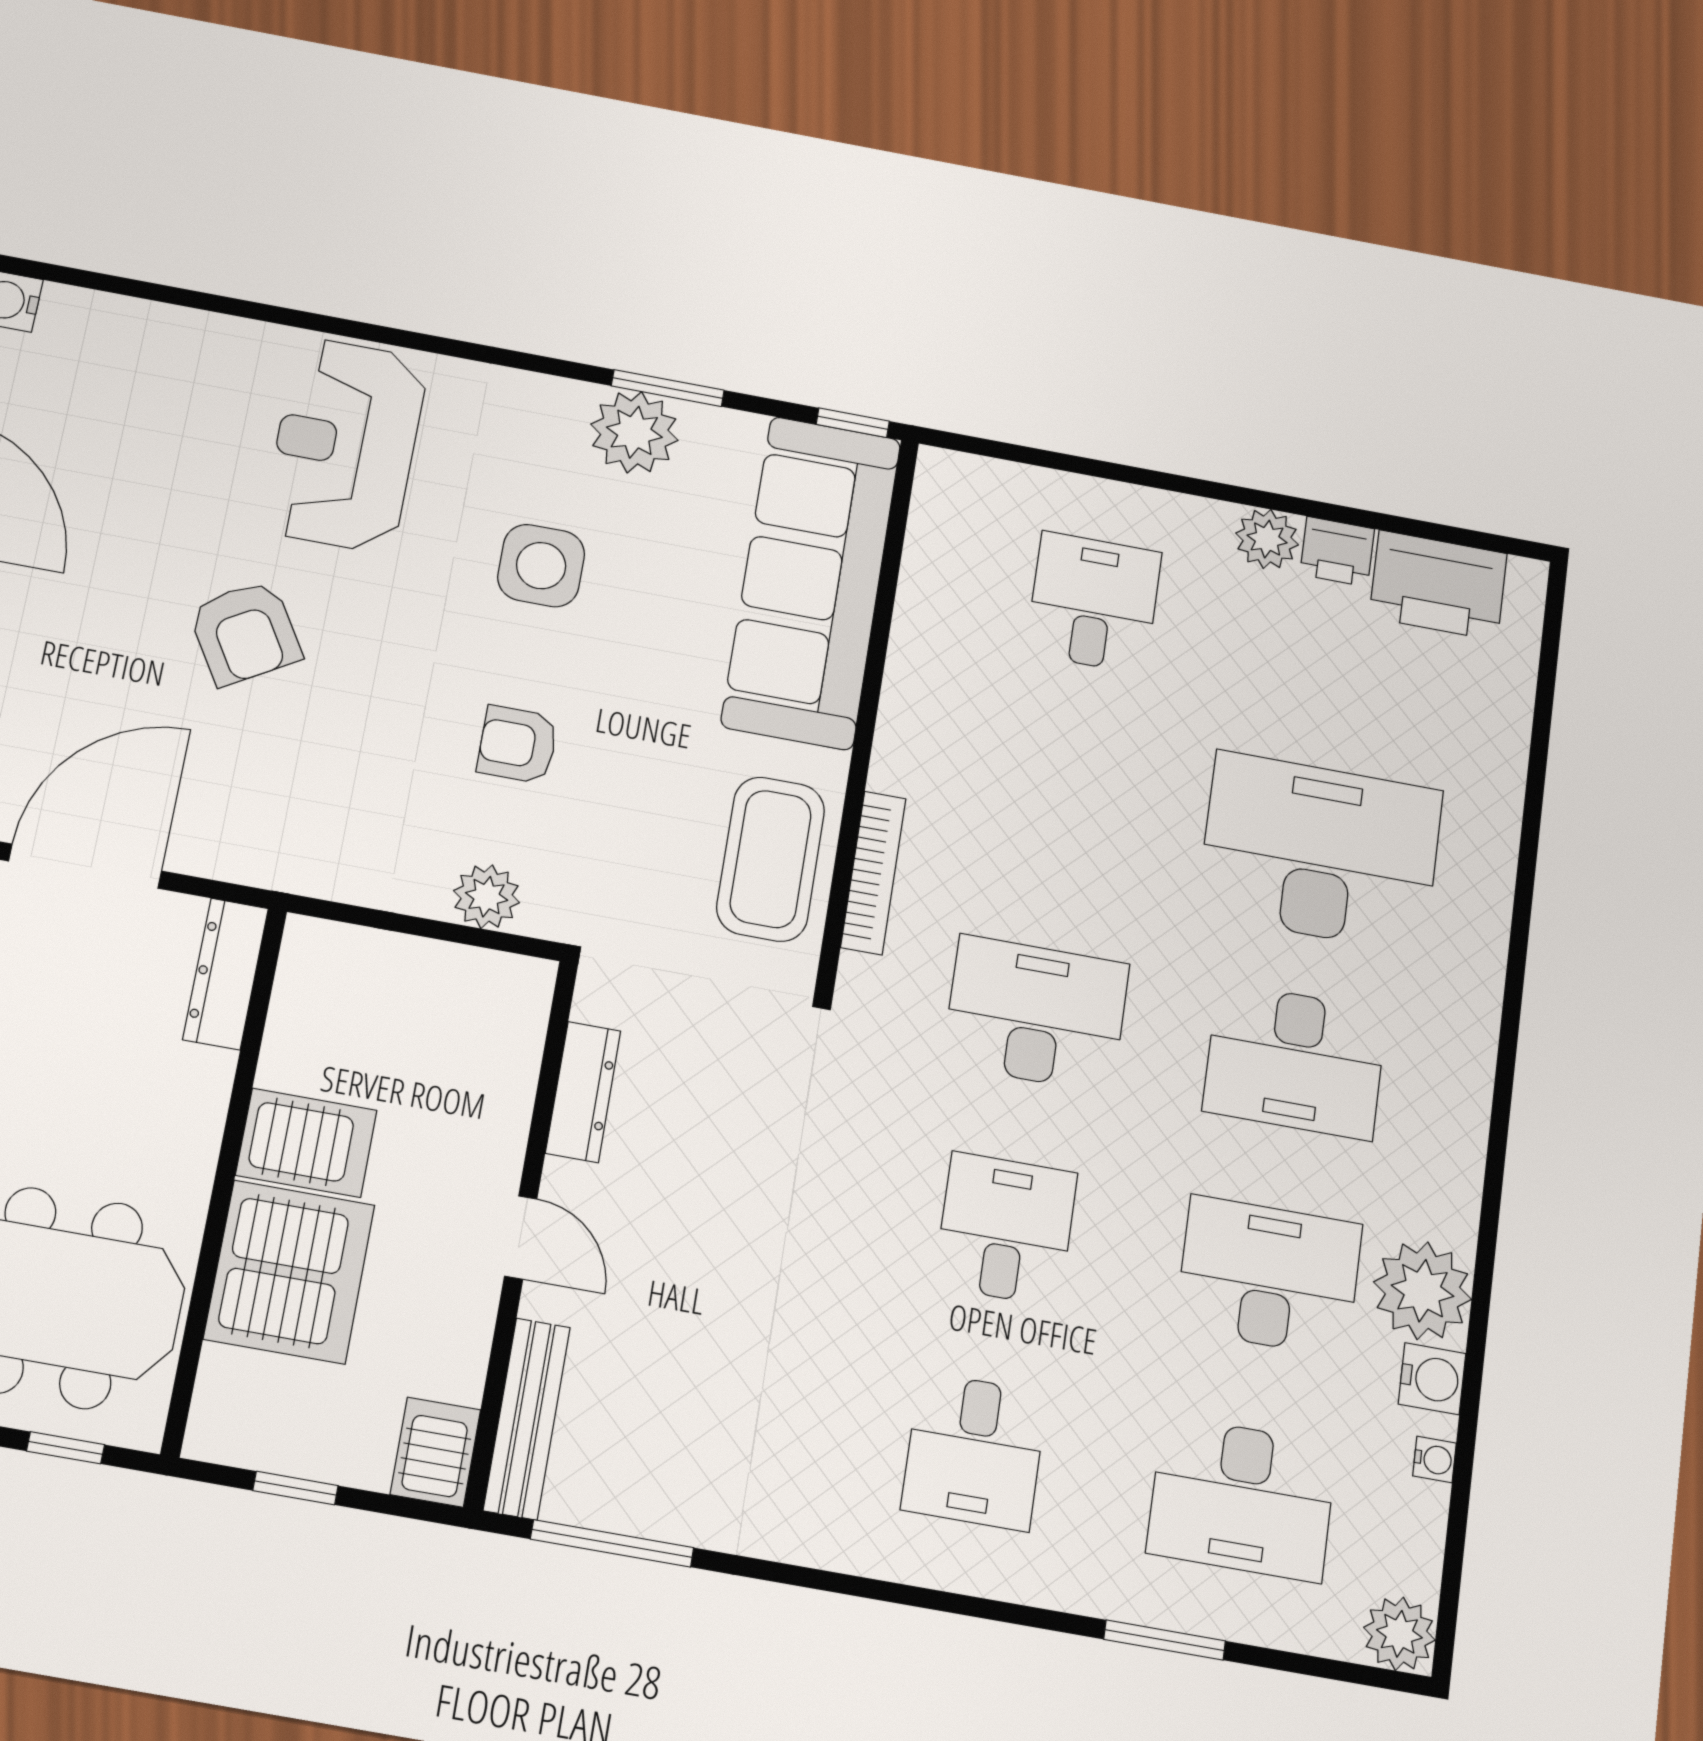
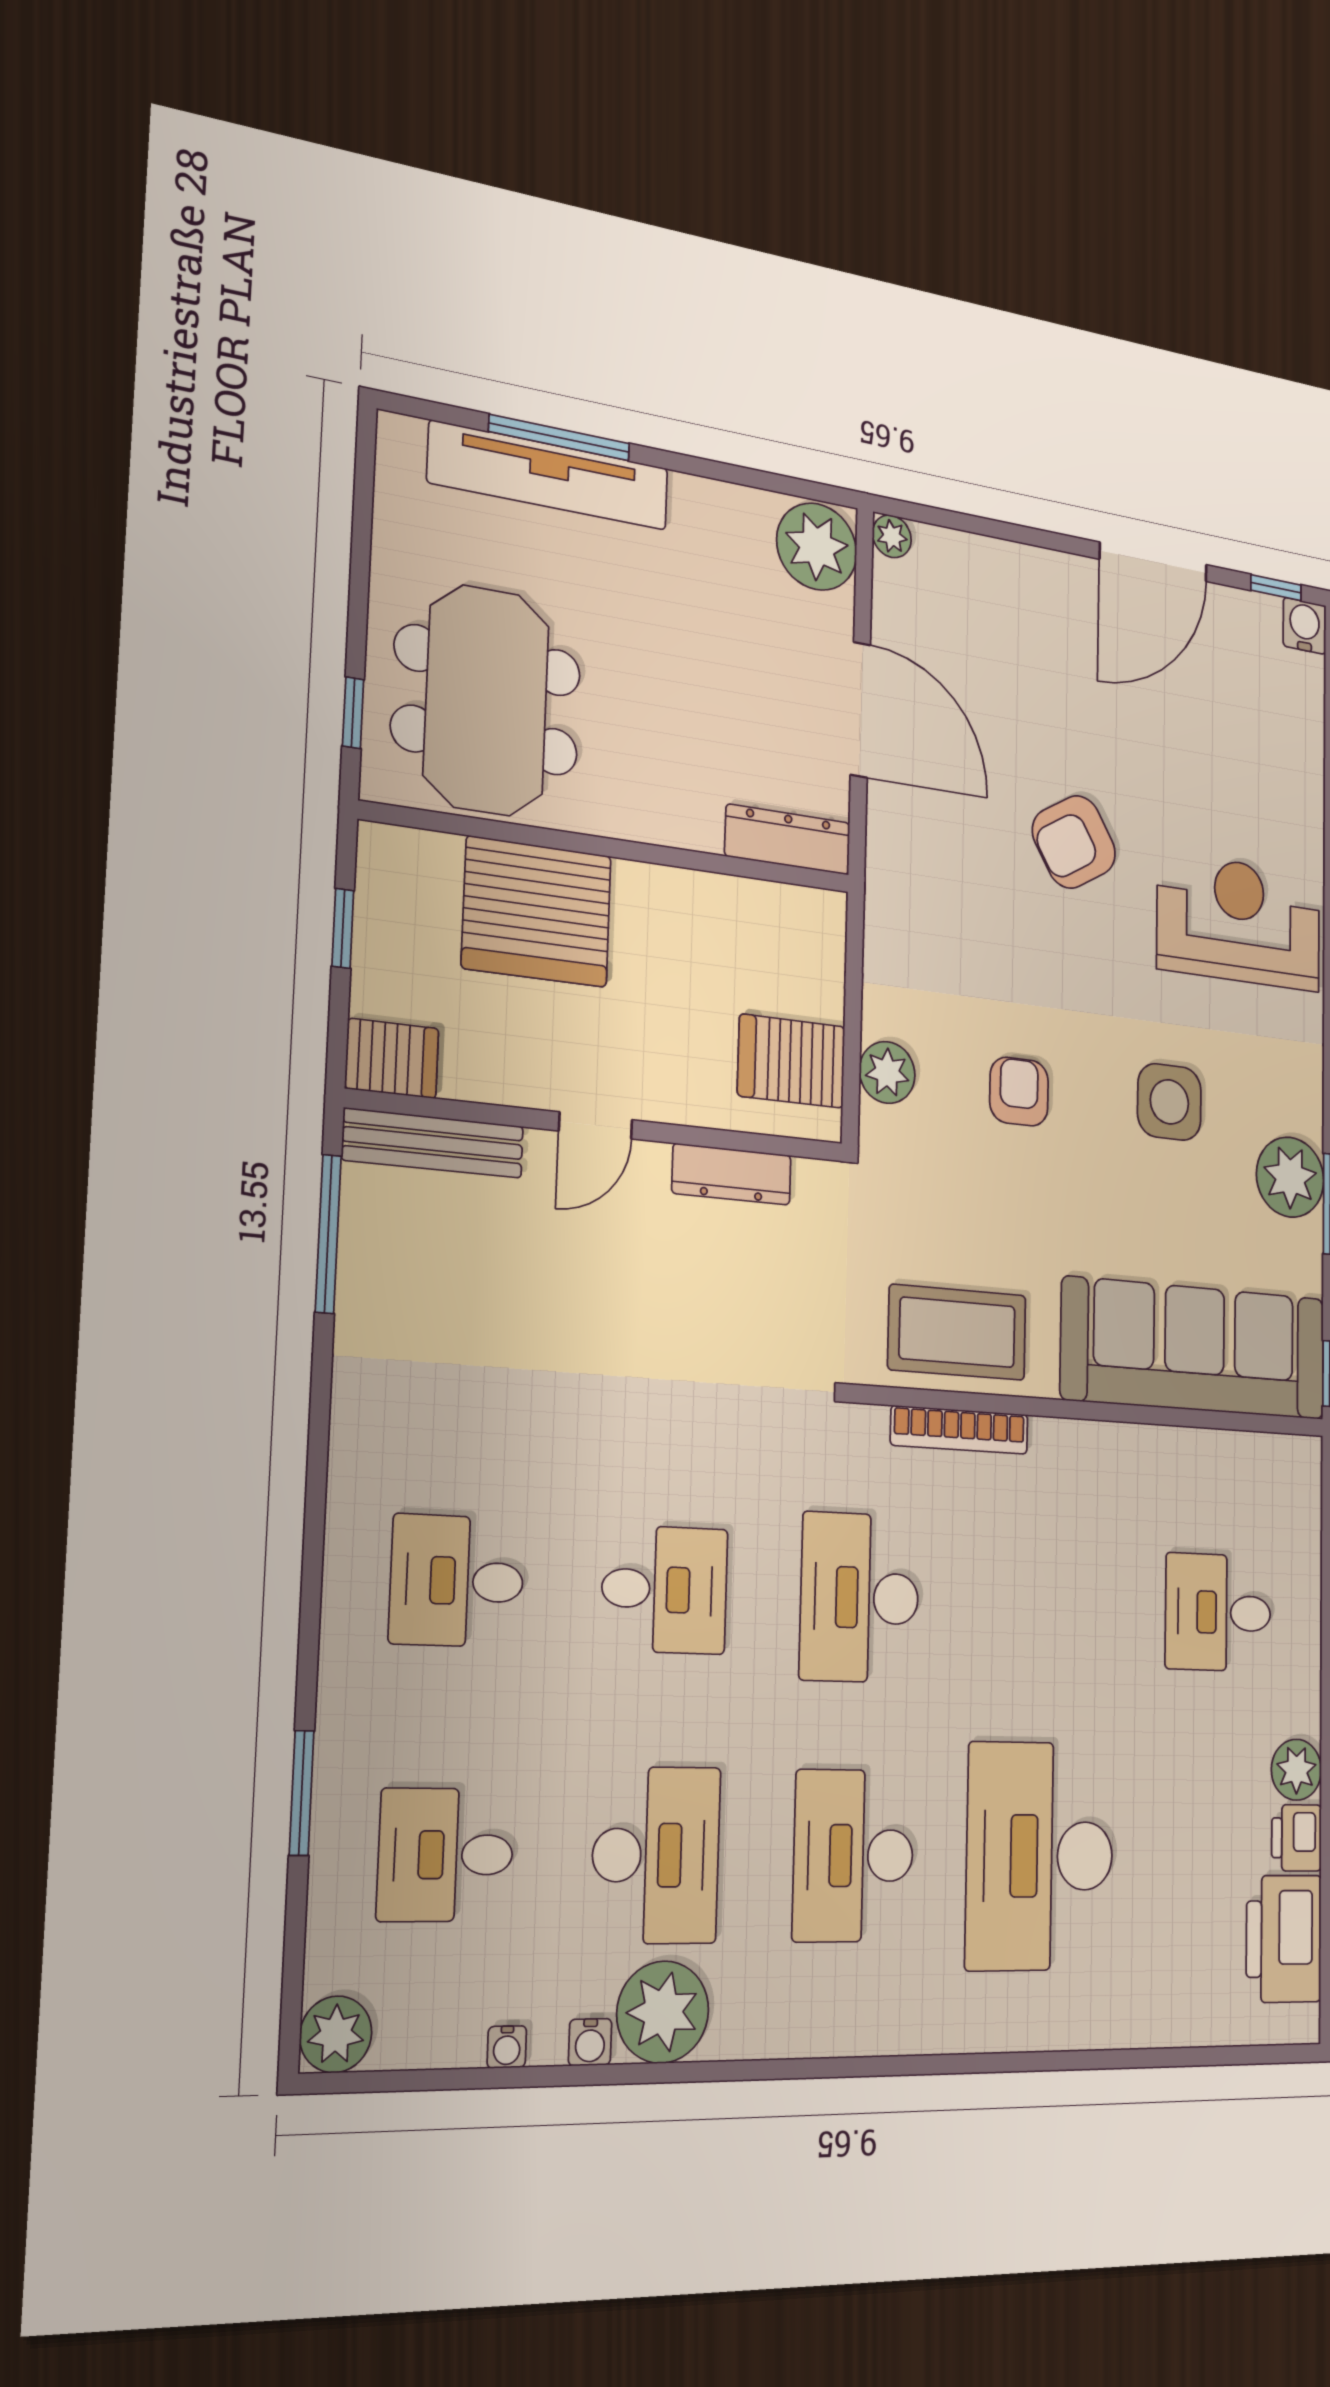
desk: (1094, 603) -> (1218, 1612), turned 180
desk: (1320, 852) -> (1040, 1856), turned 180
desk: (1036, 1014) -> (860, 1598), turned 180
server rack: (306, 1143) -> (791, 1061), moved, turned 90
water cooler: (1432, 1379) -> (590, 2042), width x0.72, depth x0.72
desk: (1242, 1499) -> (446, 1855), width x0.73

